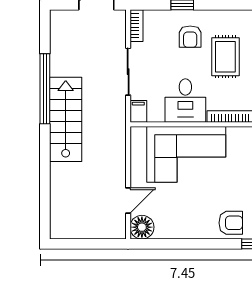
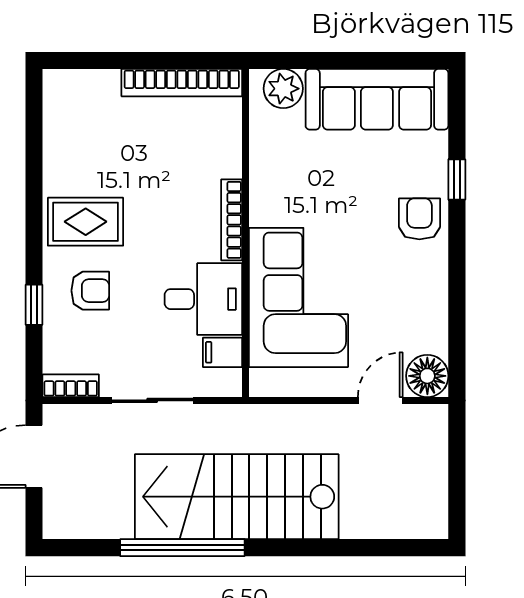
rug: (225, 57) -> (86, 222), moved
filing cabinet: (138, 111) -> (222, 352), moved
stairs: (66, 119) -> (237, 497), width x1.36, depth x1.51
door: (128, 201) -> (380, 400), hinge flipped

